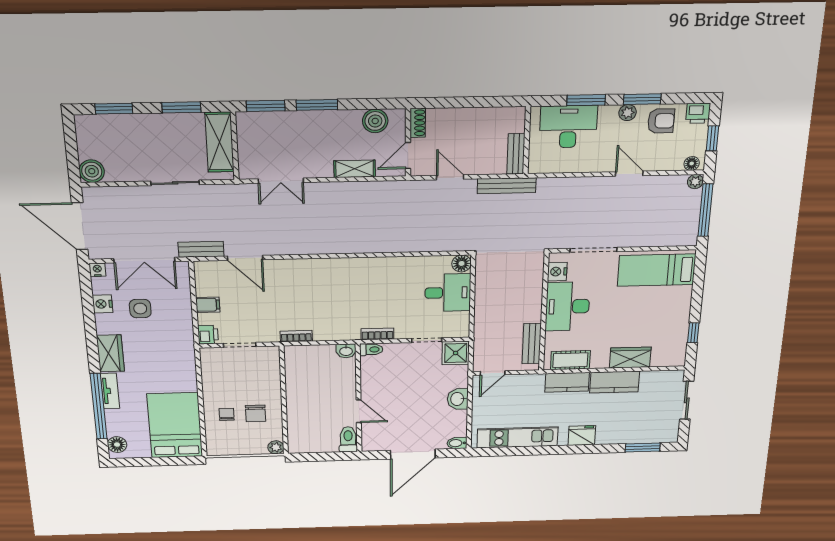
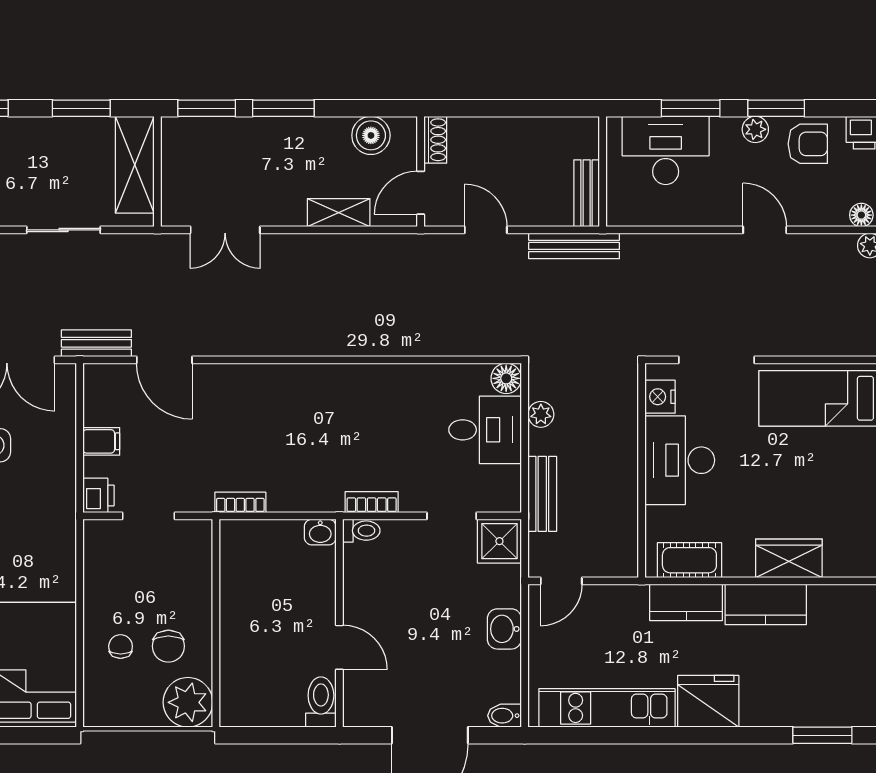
plant: (483, 283) -> (541, 414), added
bench: (532, 344) -> (542, 494), moved
fridge: (582, 436) -> (708, 701), width x1.36, depth x1.34
plant: (276, 447) -> (188, 702), width x1.88, depth x1.88

